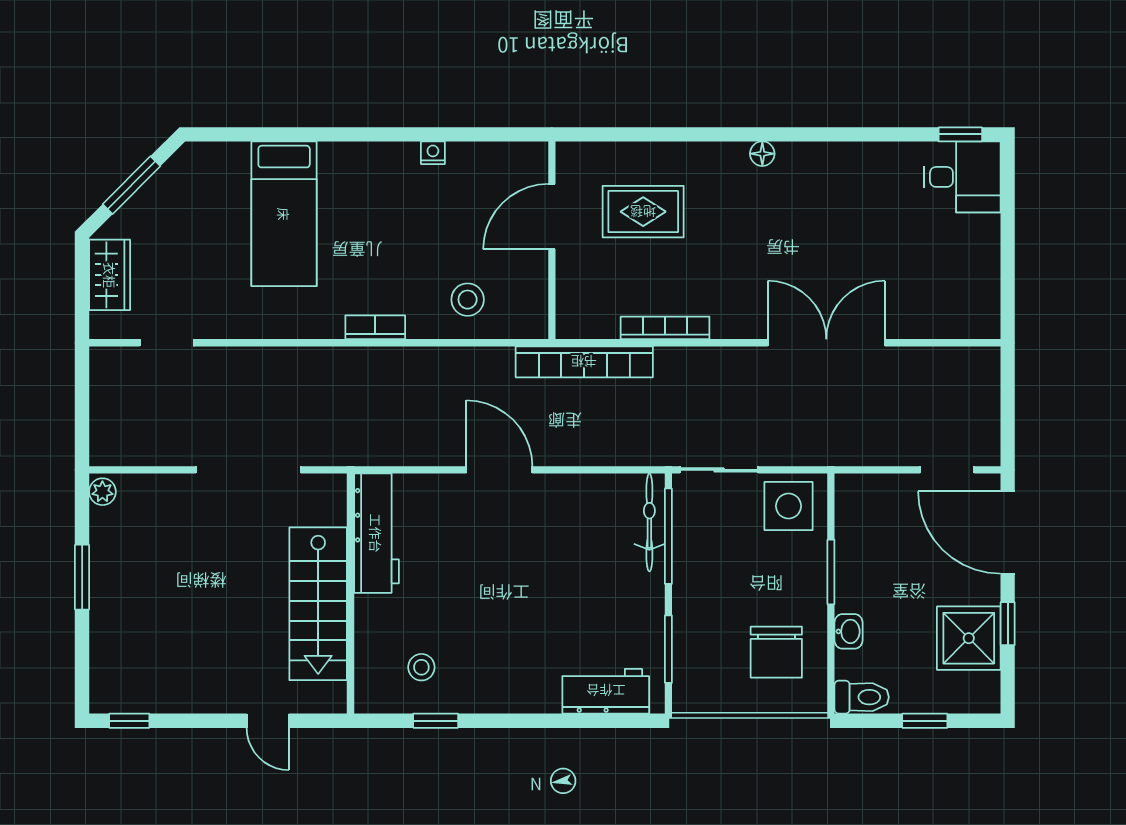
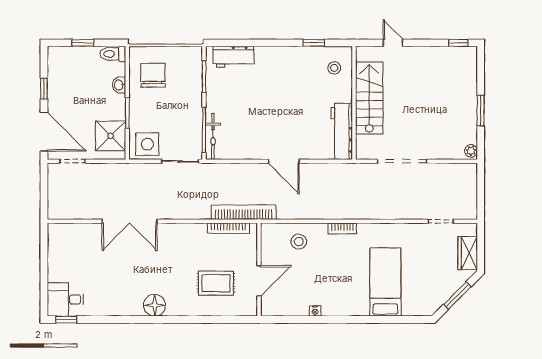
floor lamp: (762, 154) -> (155, 305), width x1.89, depth x1.89
bookcase: (665, 328) -> (228, 228), moved
shower: (969, 638) -> (111, 136), moved
stool: (421, 667) -> (334, 68), moved

